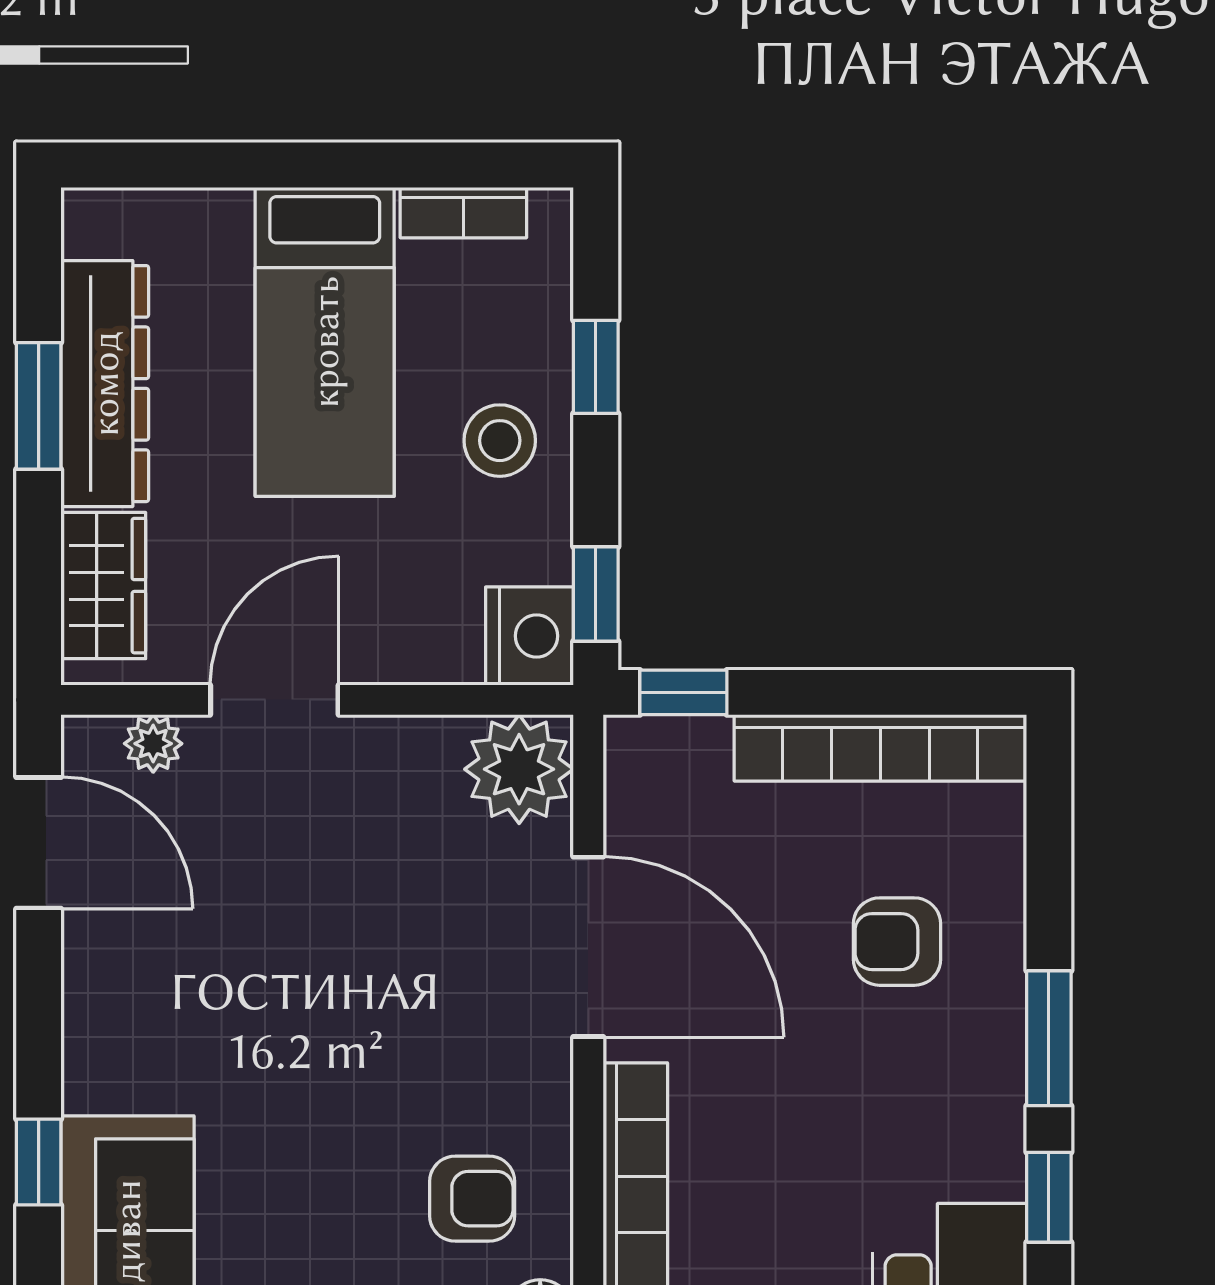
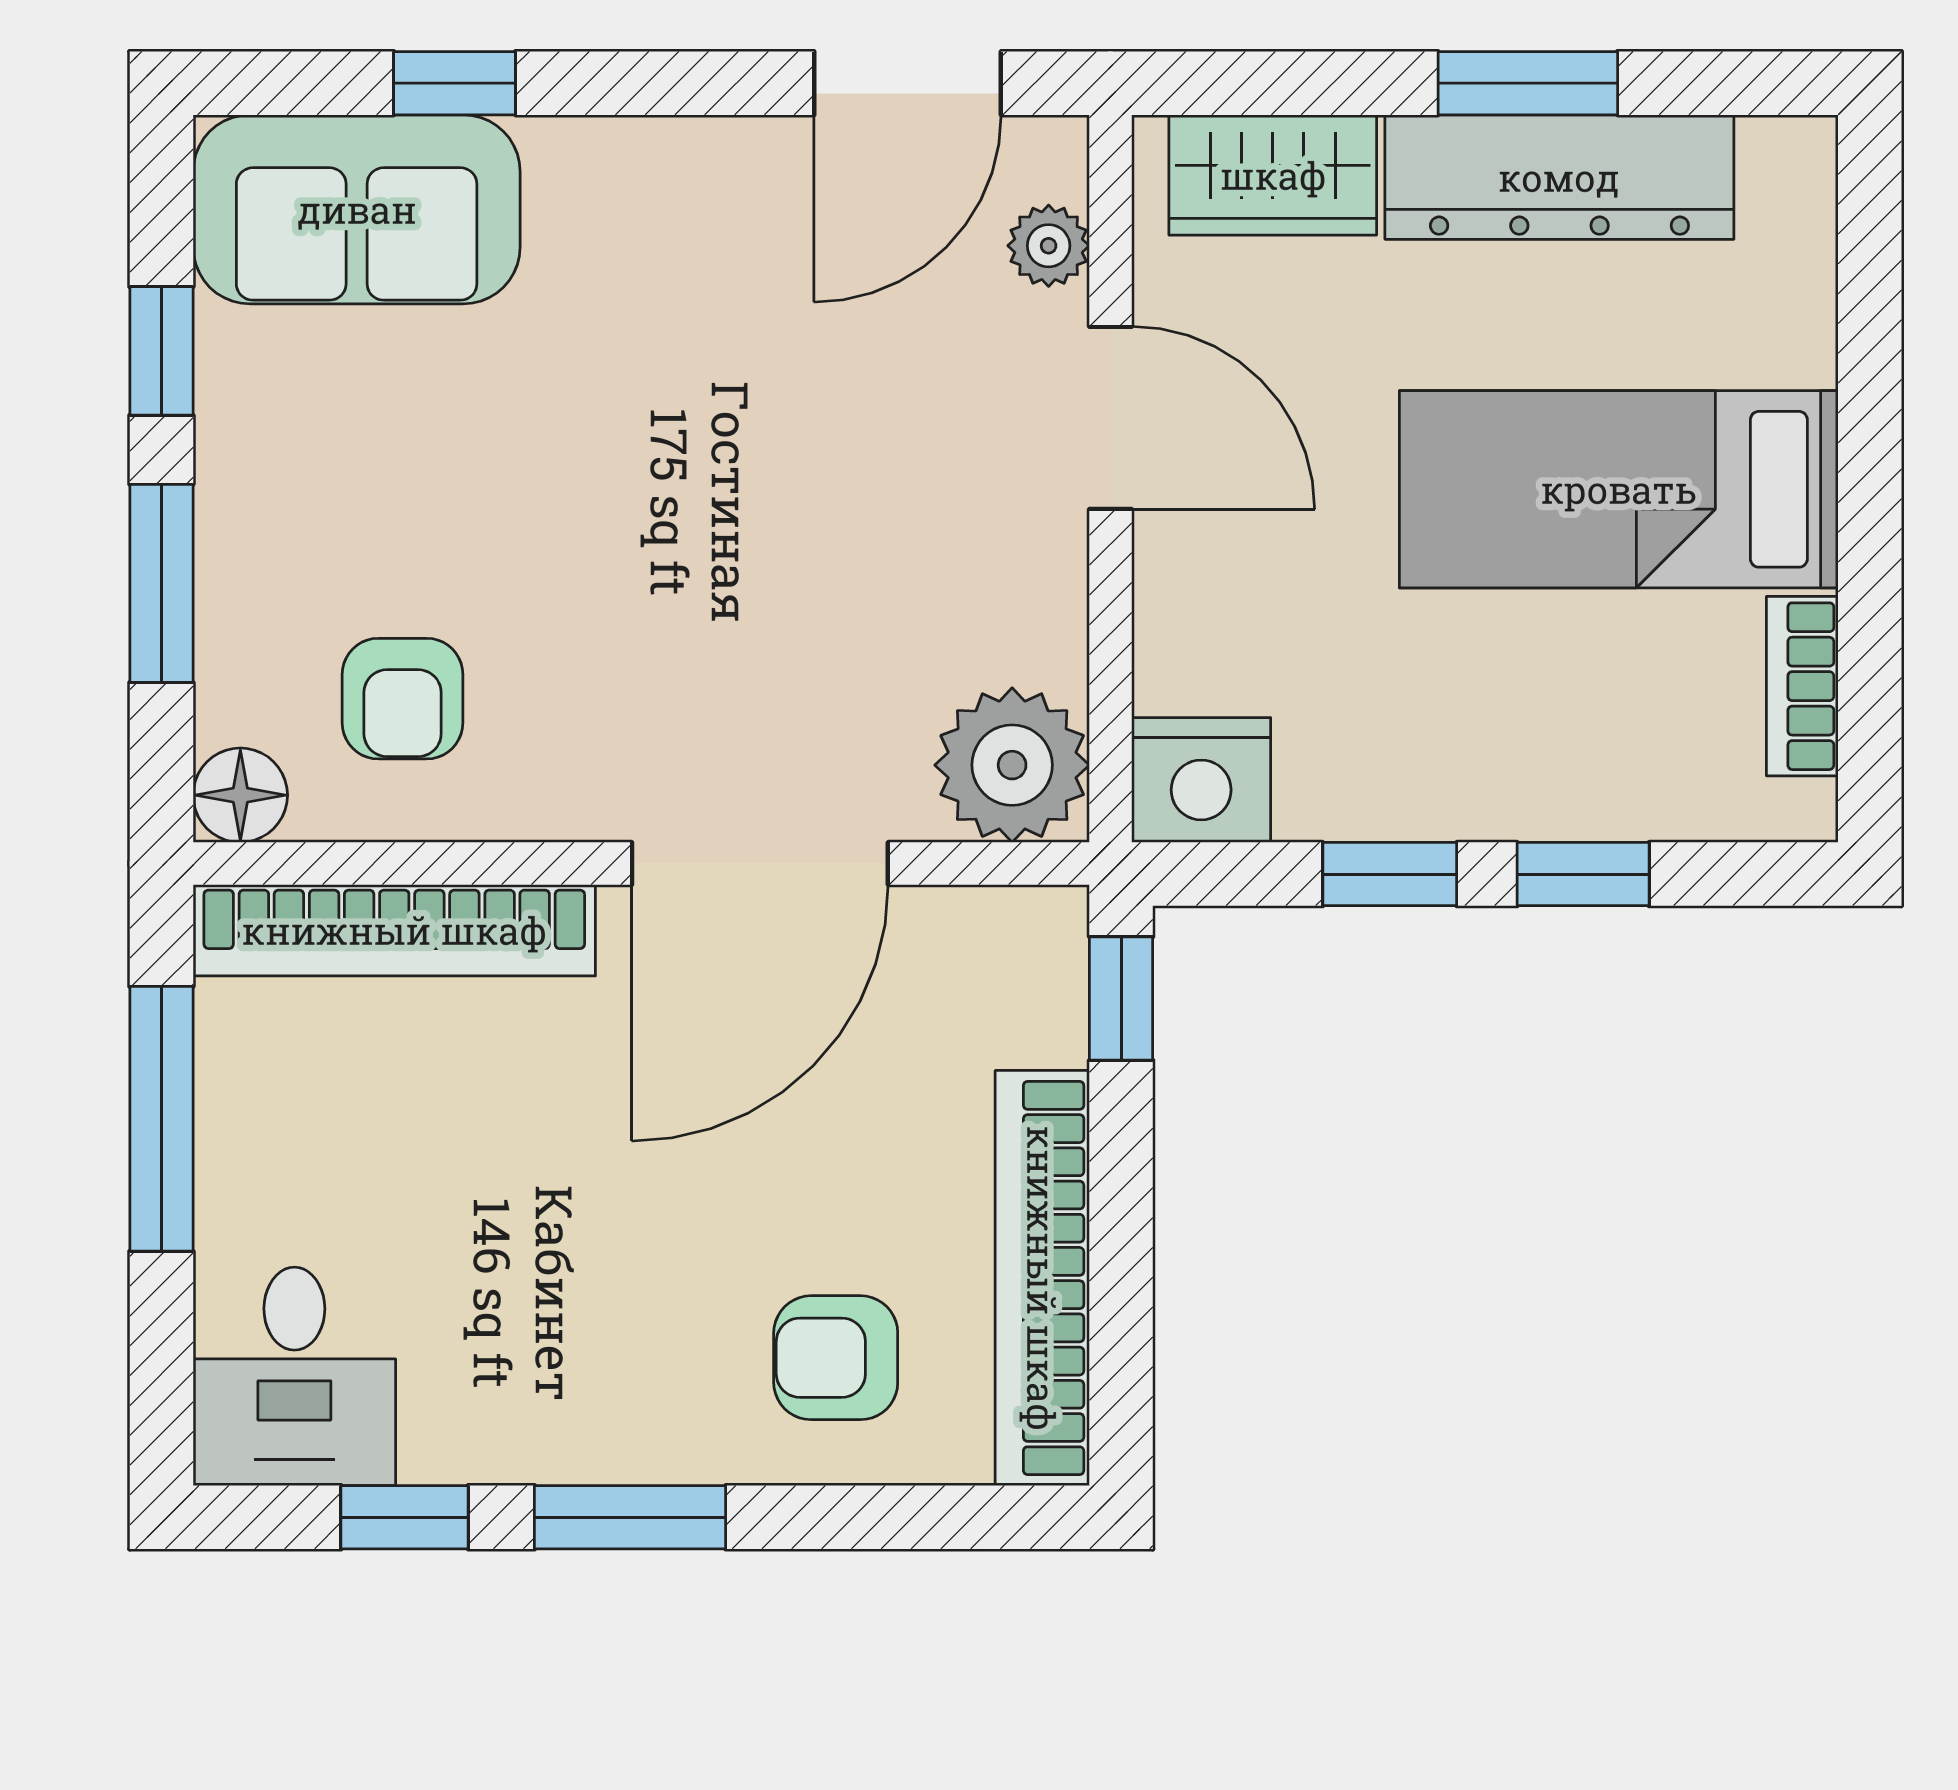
stool: (500, 441) -> (1479, 738), removed
window: (596, 594) -> (1390, 874), moved
armchair: (897, 942) -> (836, 1358), moved, turned -90

